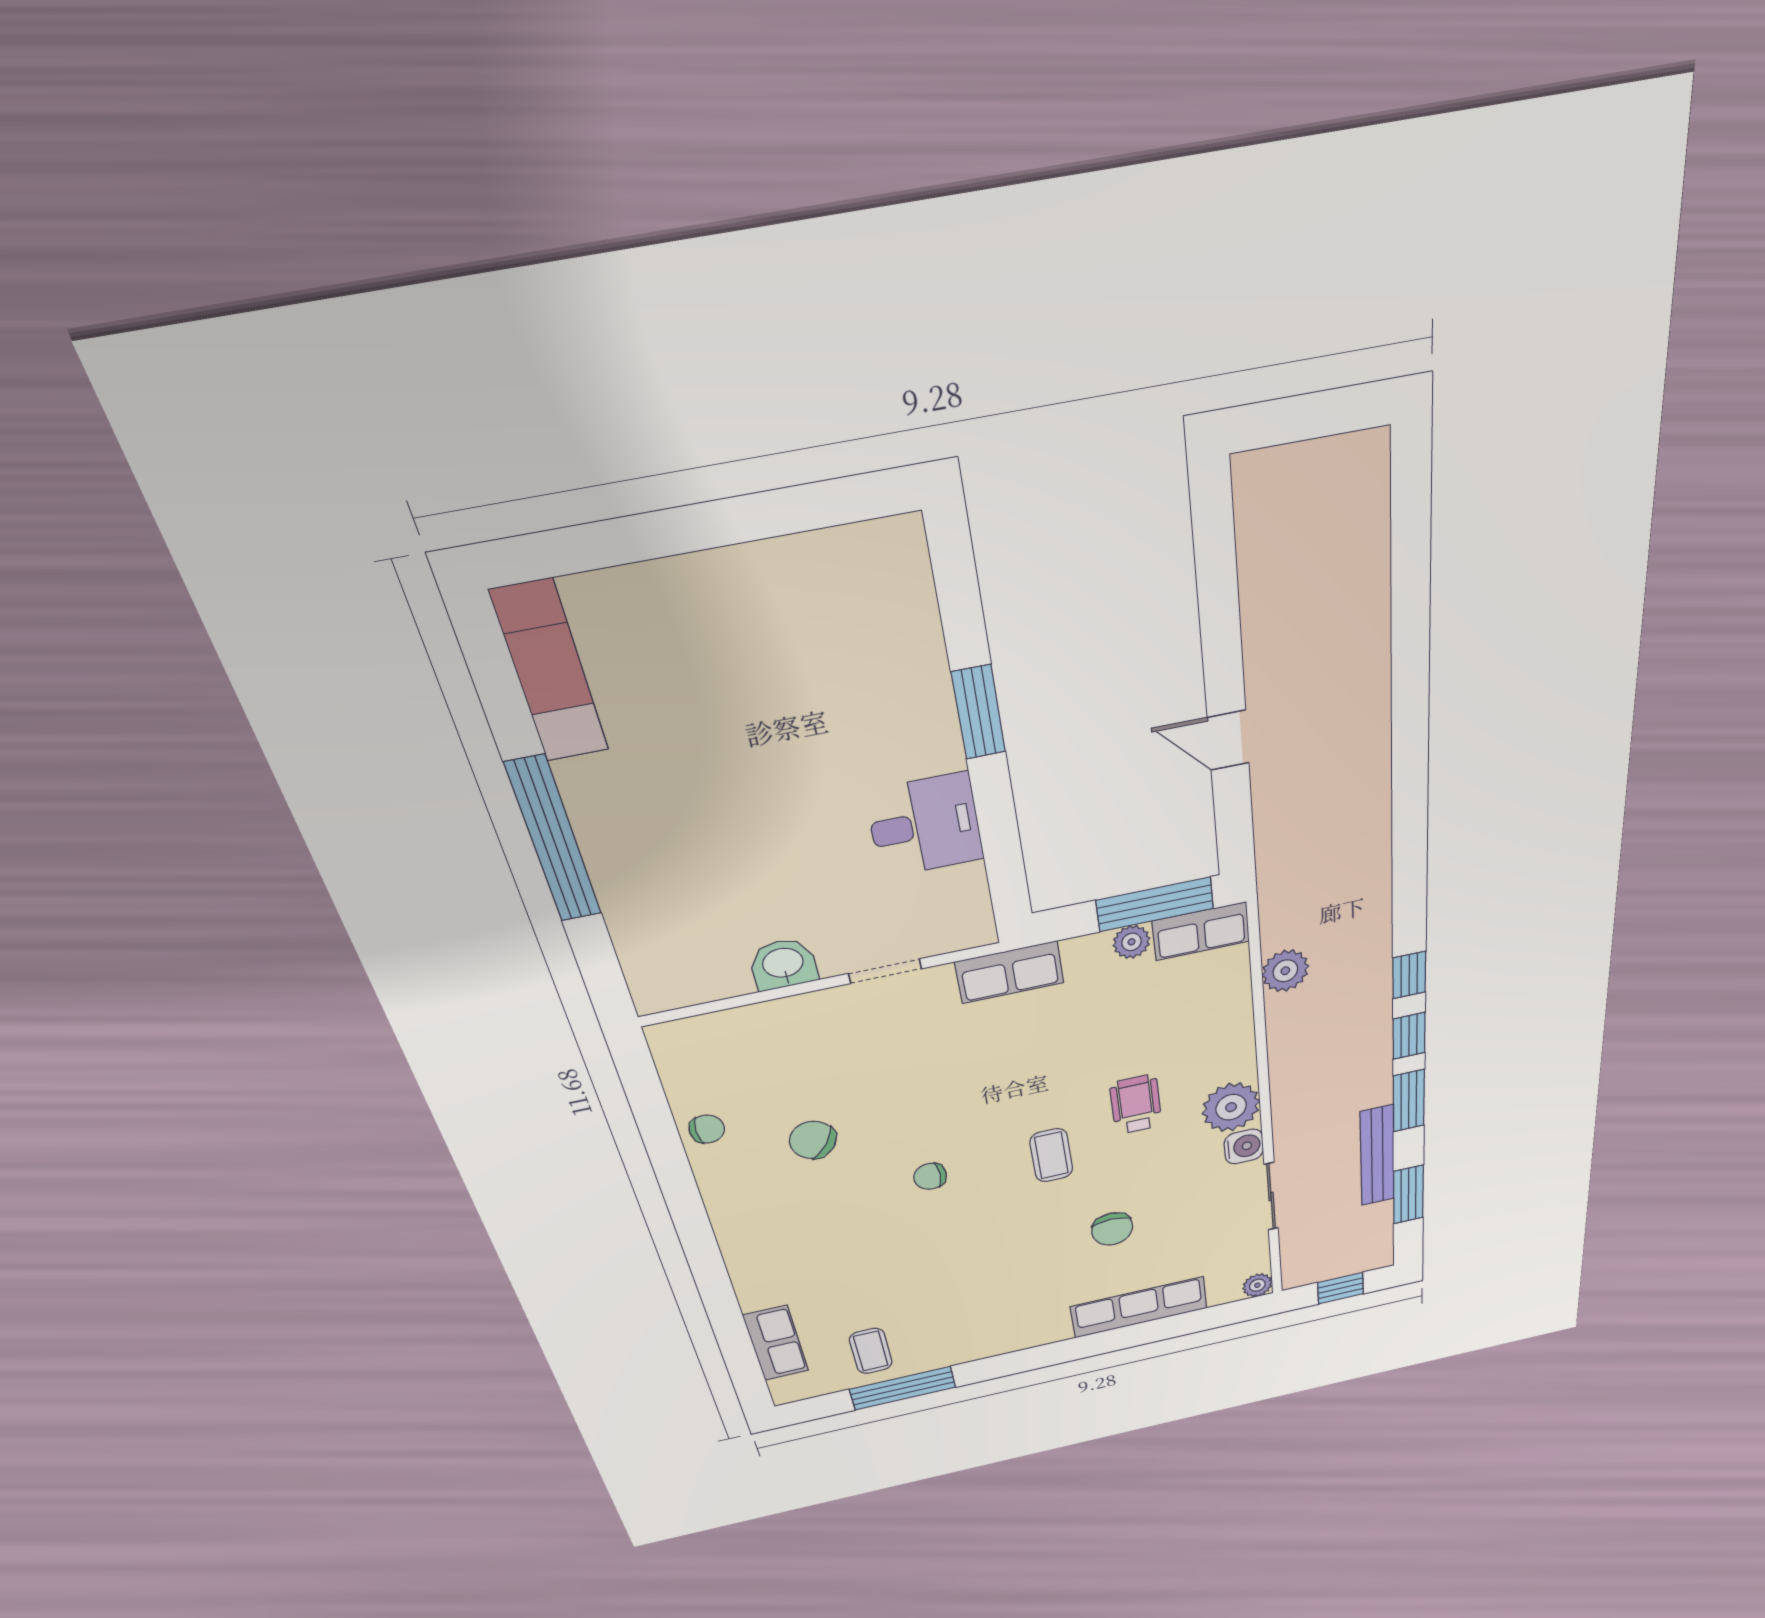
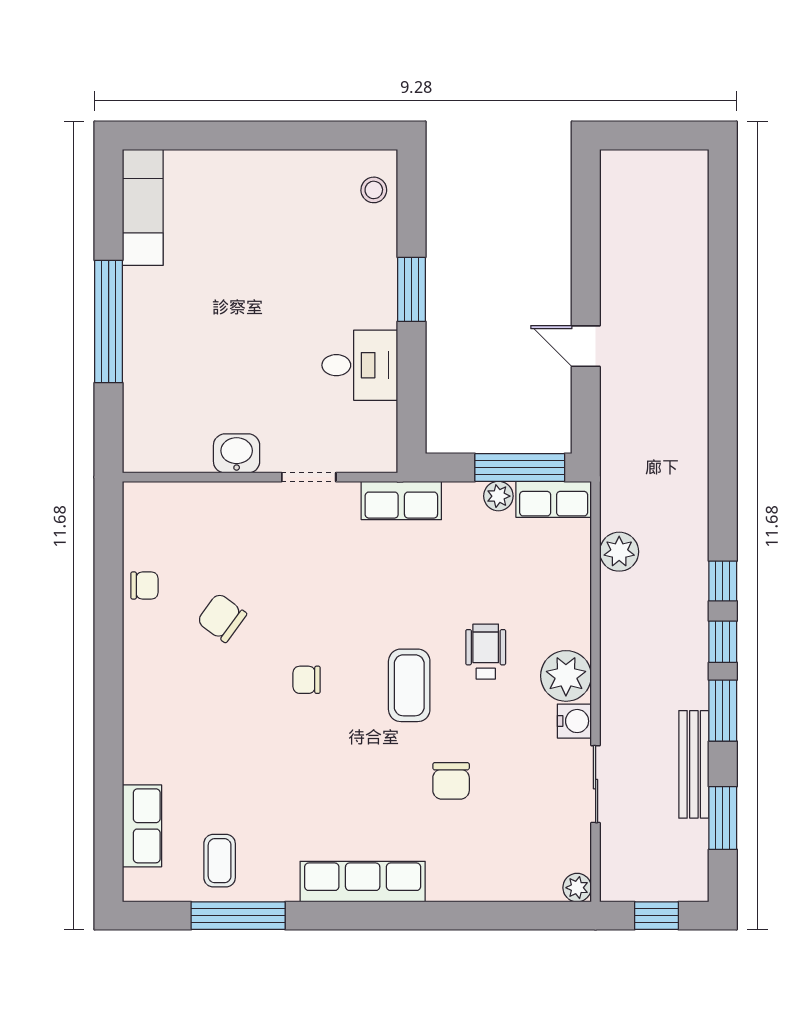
stool: (897, 580) -> (374, 190), added
coffee table: (1051, 1155) -> (409, 685), width x1.36, depth x1.30
row of seats: (1139, 1307) -> (363, 882), moved

